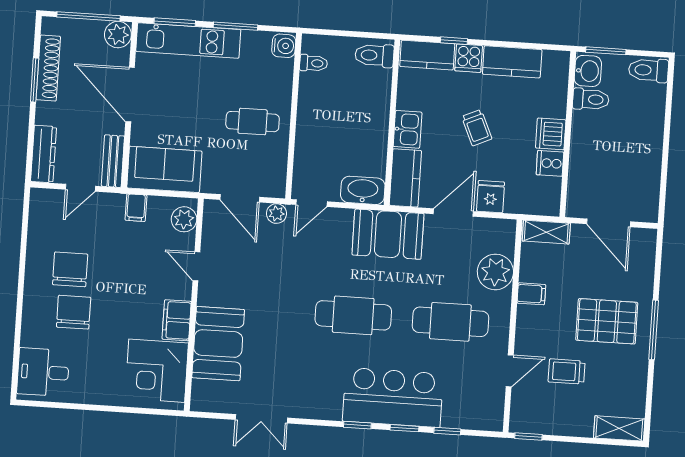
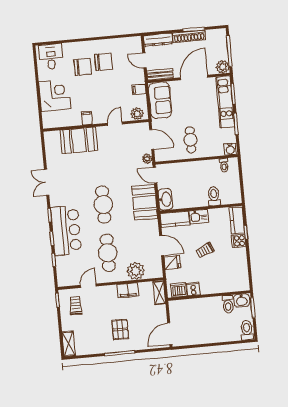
toilet: (374, 55) -> (214, 196), moved
kitchen counter: (512, 62) -> (240, 263), removed
shoe rack: (48, 68) -> (189, 36), moved
dishwasher: (551, 134) -> (179, 290), moved
door: (240, 198) -> (152, 140), swing flipped
door: (609, 223) -> (170, 334), moved
booth: (388, 234) -> (145, 202), moved
filing cabinet: (531, 294) -> (128, 290), width x2.00
filing cabinet: (177, 320) -> (87, 118), width x0.50
pallet: (607, 321) -> (120, 329), width x0.67, depth x0.71
corner desk: (157, 371) -> (55, 95), moved, turned 90
door: (510, 371) -> (88, 286), swing flipped
trolley: (567, 371) -> (76, 305), moved
double door: (261, 419) -> (47, 182), moved

